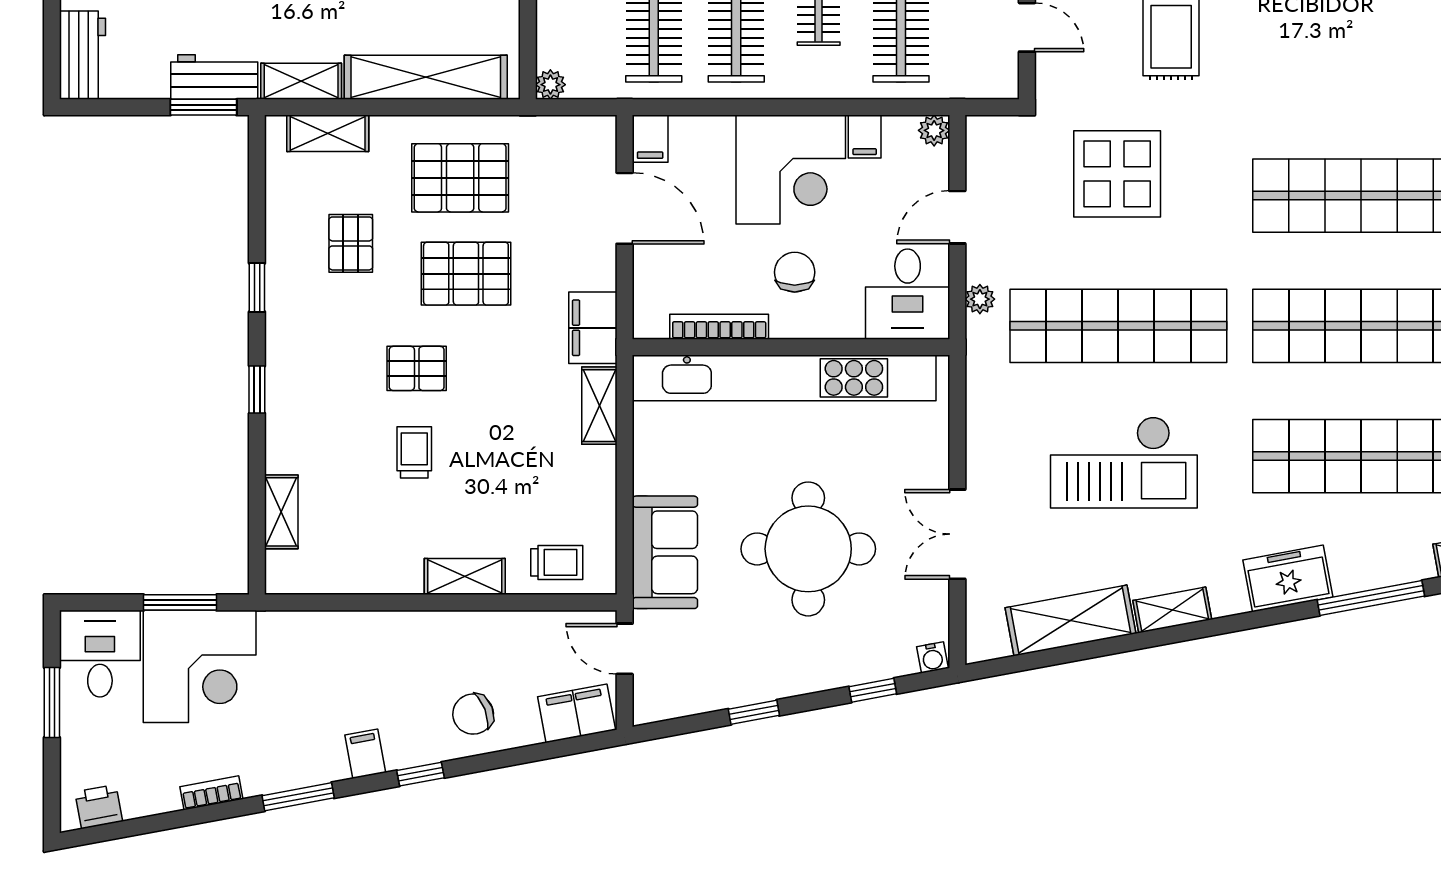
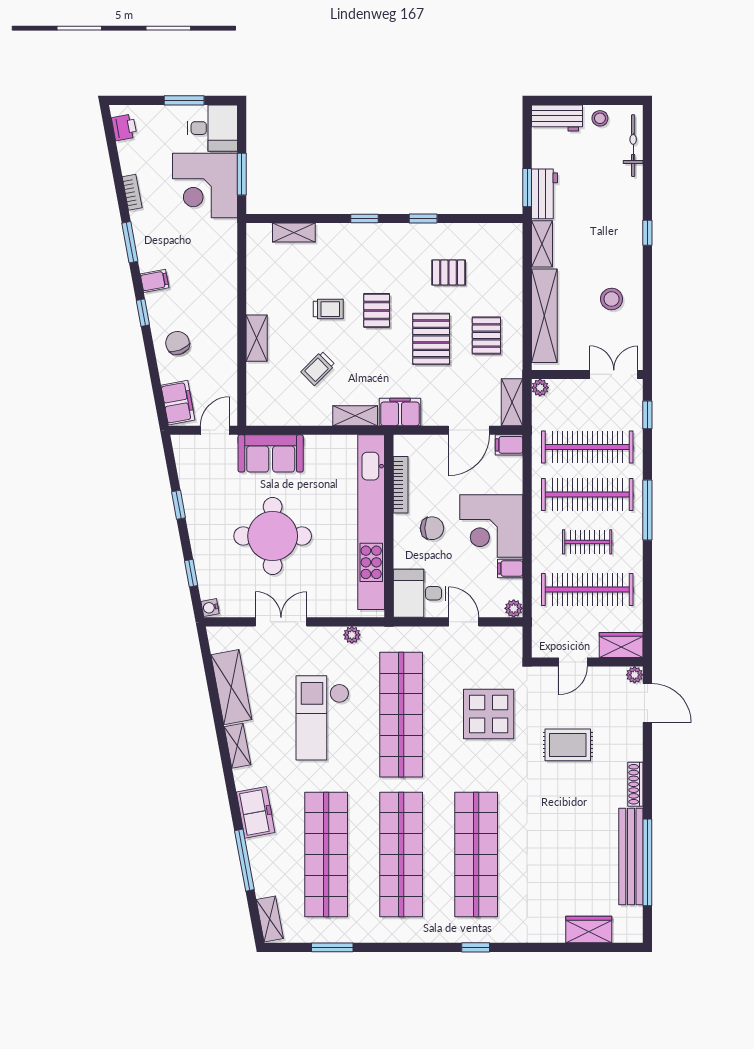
shelving: (328, 133) -> (512, 402), moved
pallet: (460, 178) -> (486, 336), width x0.67, depth x0.71
plant: (980, 299) -> (352, 635), moved
trolley: (557, 562) -> (318, 368), moved, turned 45

